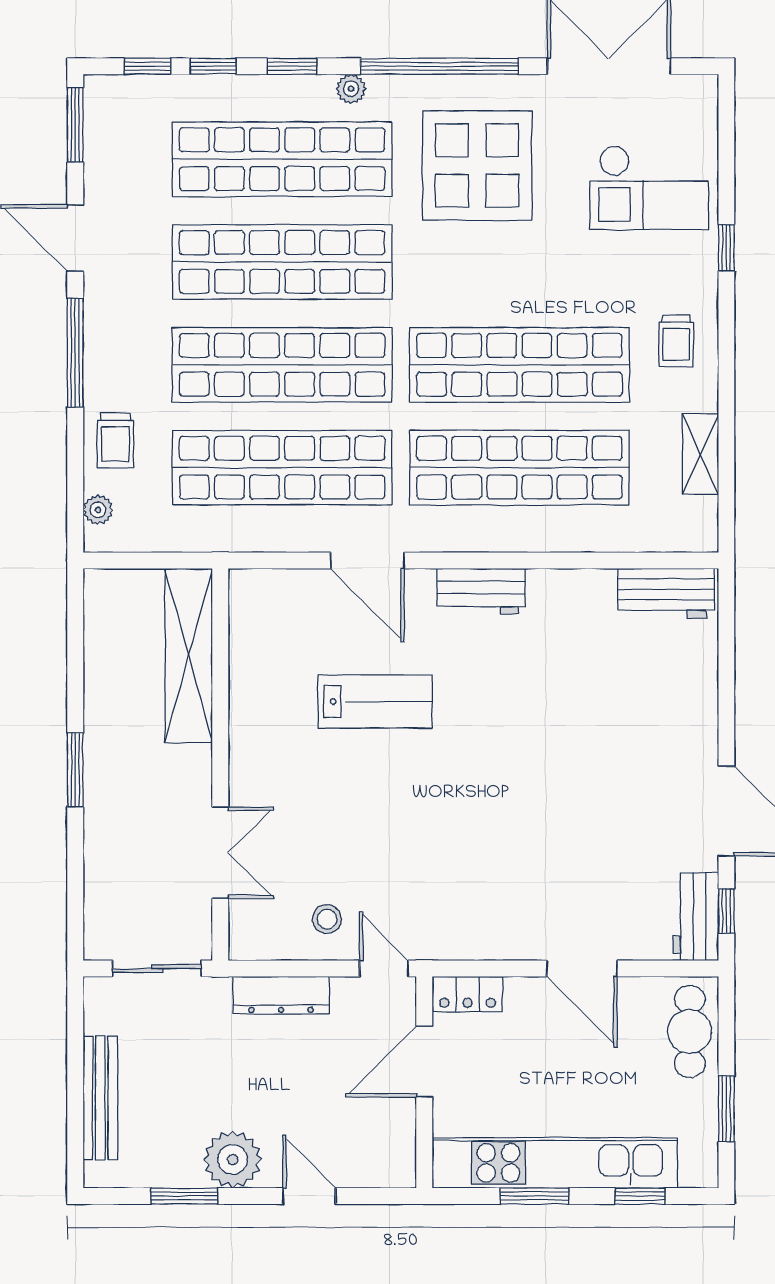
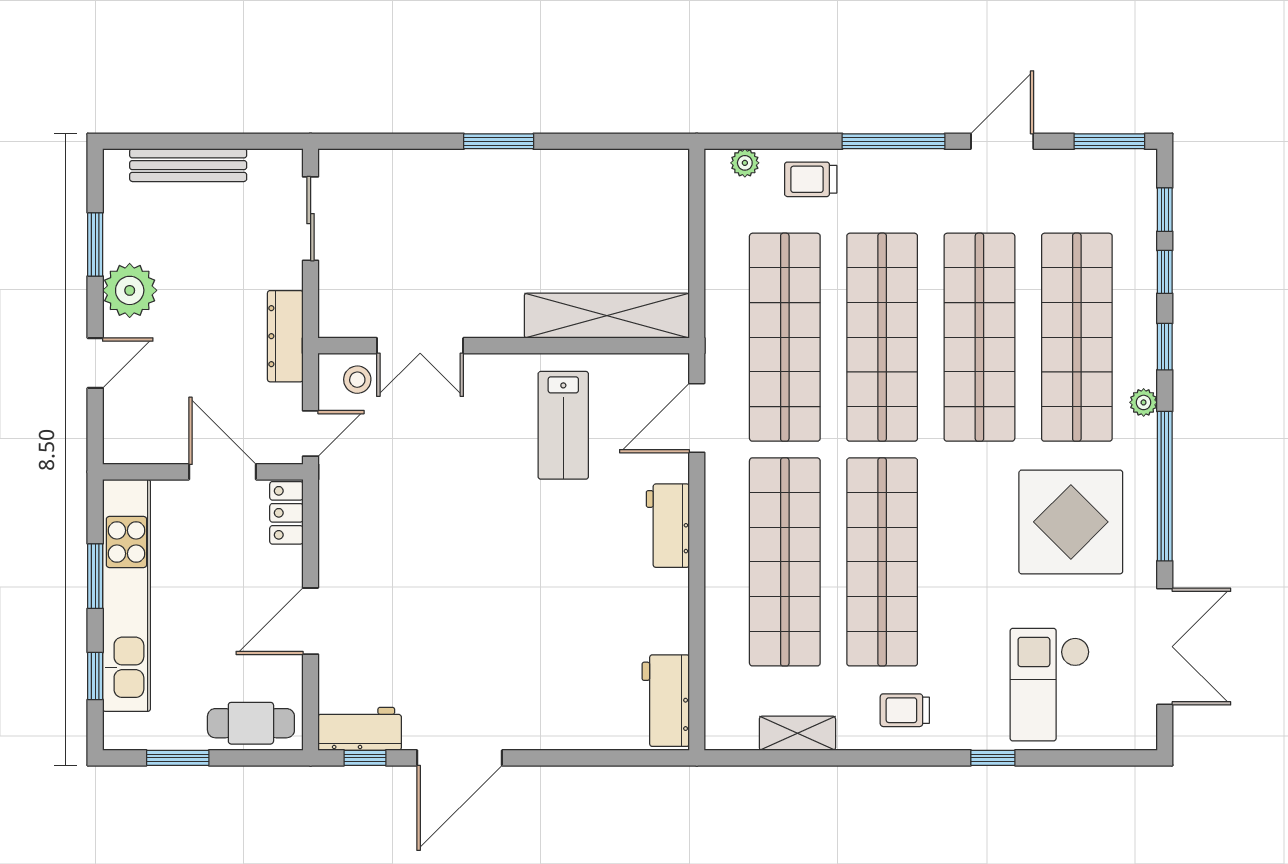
shelving: (189, 656) -> (607, 316), moved
wall: (220, 765) -> (504, 346), moved
double door: (220, 853) -> (420, 346), moved

